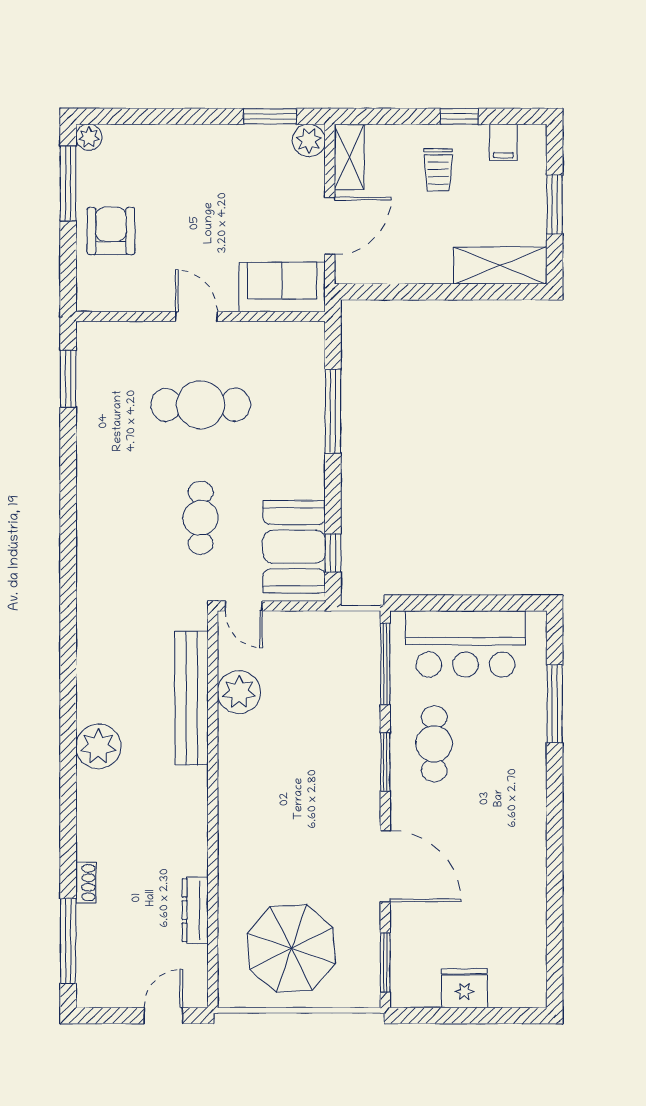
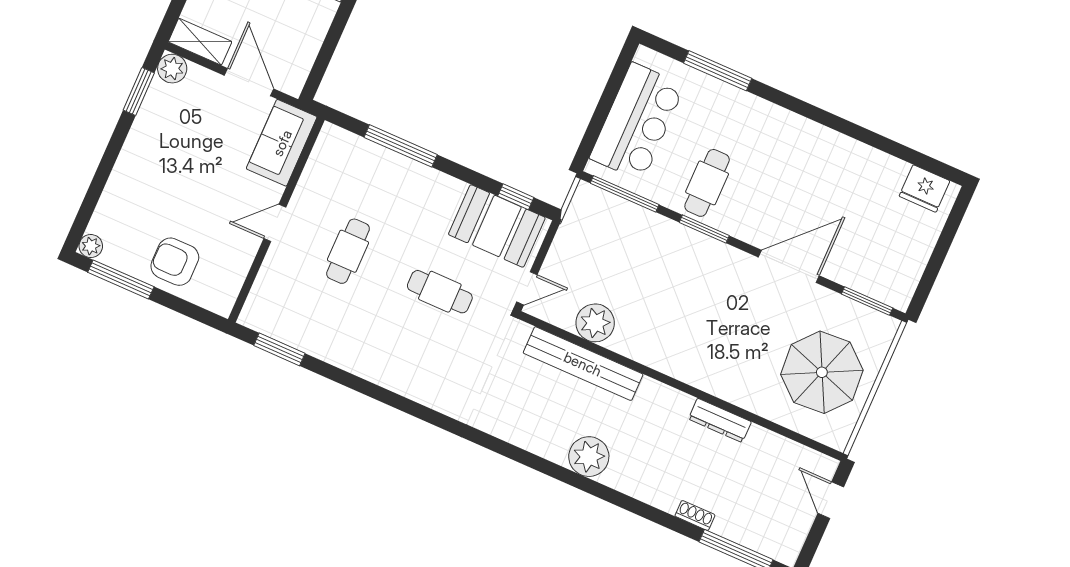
cafe table: (201, 405) -> (348, 251), width x0.73, depth x0.74
cafe table: (434, 744) -> (707, 183), turned 90
dresser: (195, 910) -> (720, 420), moved
fridge: (465, 988) -> (925, 188), moved, turned -90

